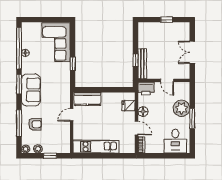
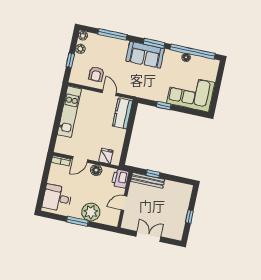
armchair: (35, 124) -> (96, 74), moved

